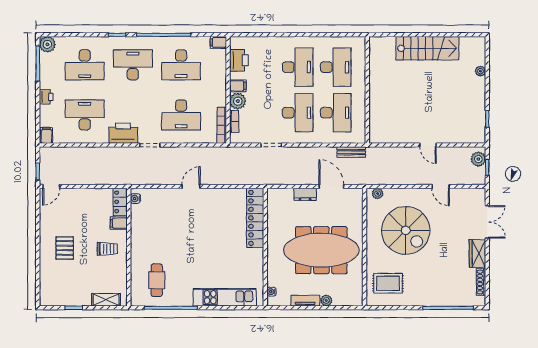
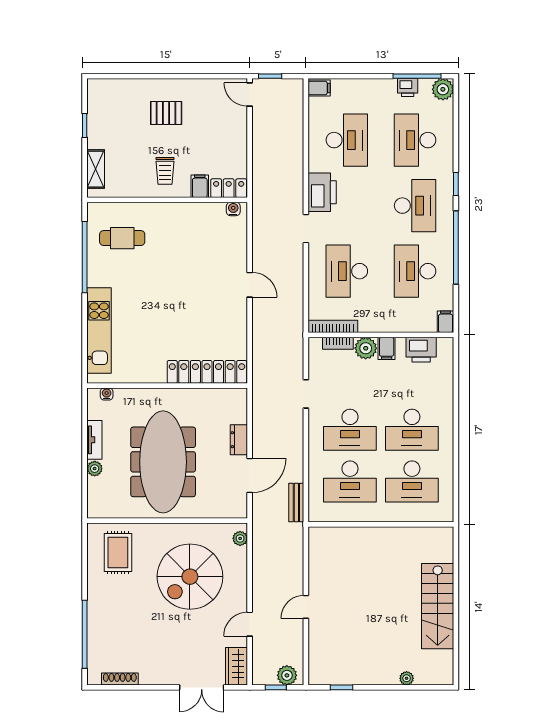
printer: (46, 97) -> (408, 88), moved
wardrobe: (477, 254) -> (236, 666), moved, turned -90

